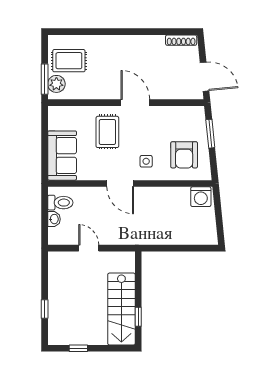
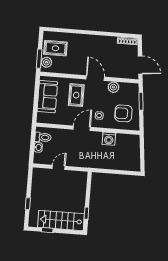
plant: (165, 115) -> (113, 87), added
armchair: (184, 155) -> (123, 113), turned 90
sofa: (62, 156) -> (47, 97), moved
door: (120, 183) -> (82, 128), swing flipped
washing machine: (201, 197) -> (109, 139), moved
door: (89, 248) -> (59, 167), hinge flipped
stairs: (121, 309) -> (61, 220), moved, turned 90

